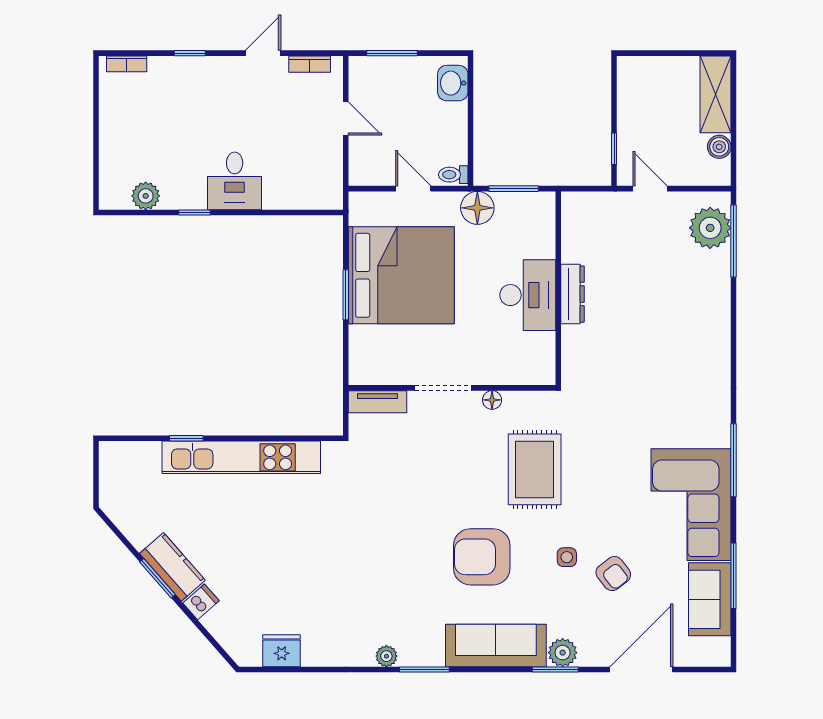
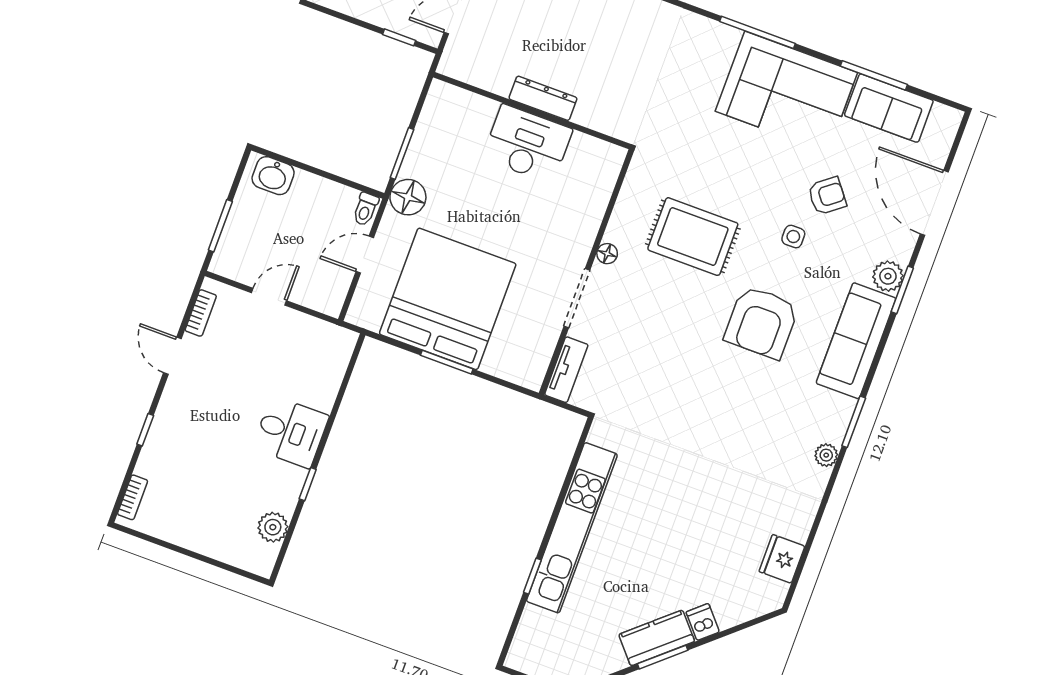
wall: (558, 288) -> (532, 111), moved
dresser: (573, 294) -> (543, 98), moved
desk: (528, 295) -> (527, 144), moved

